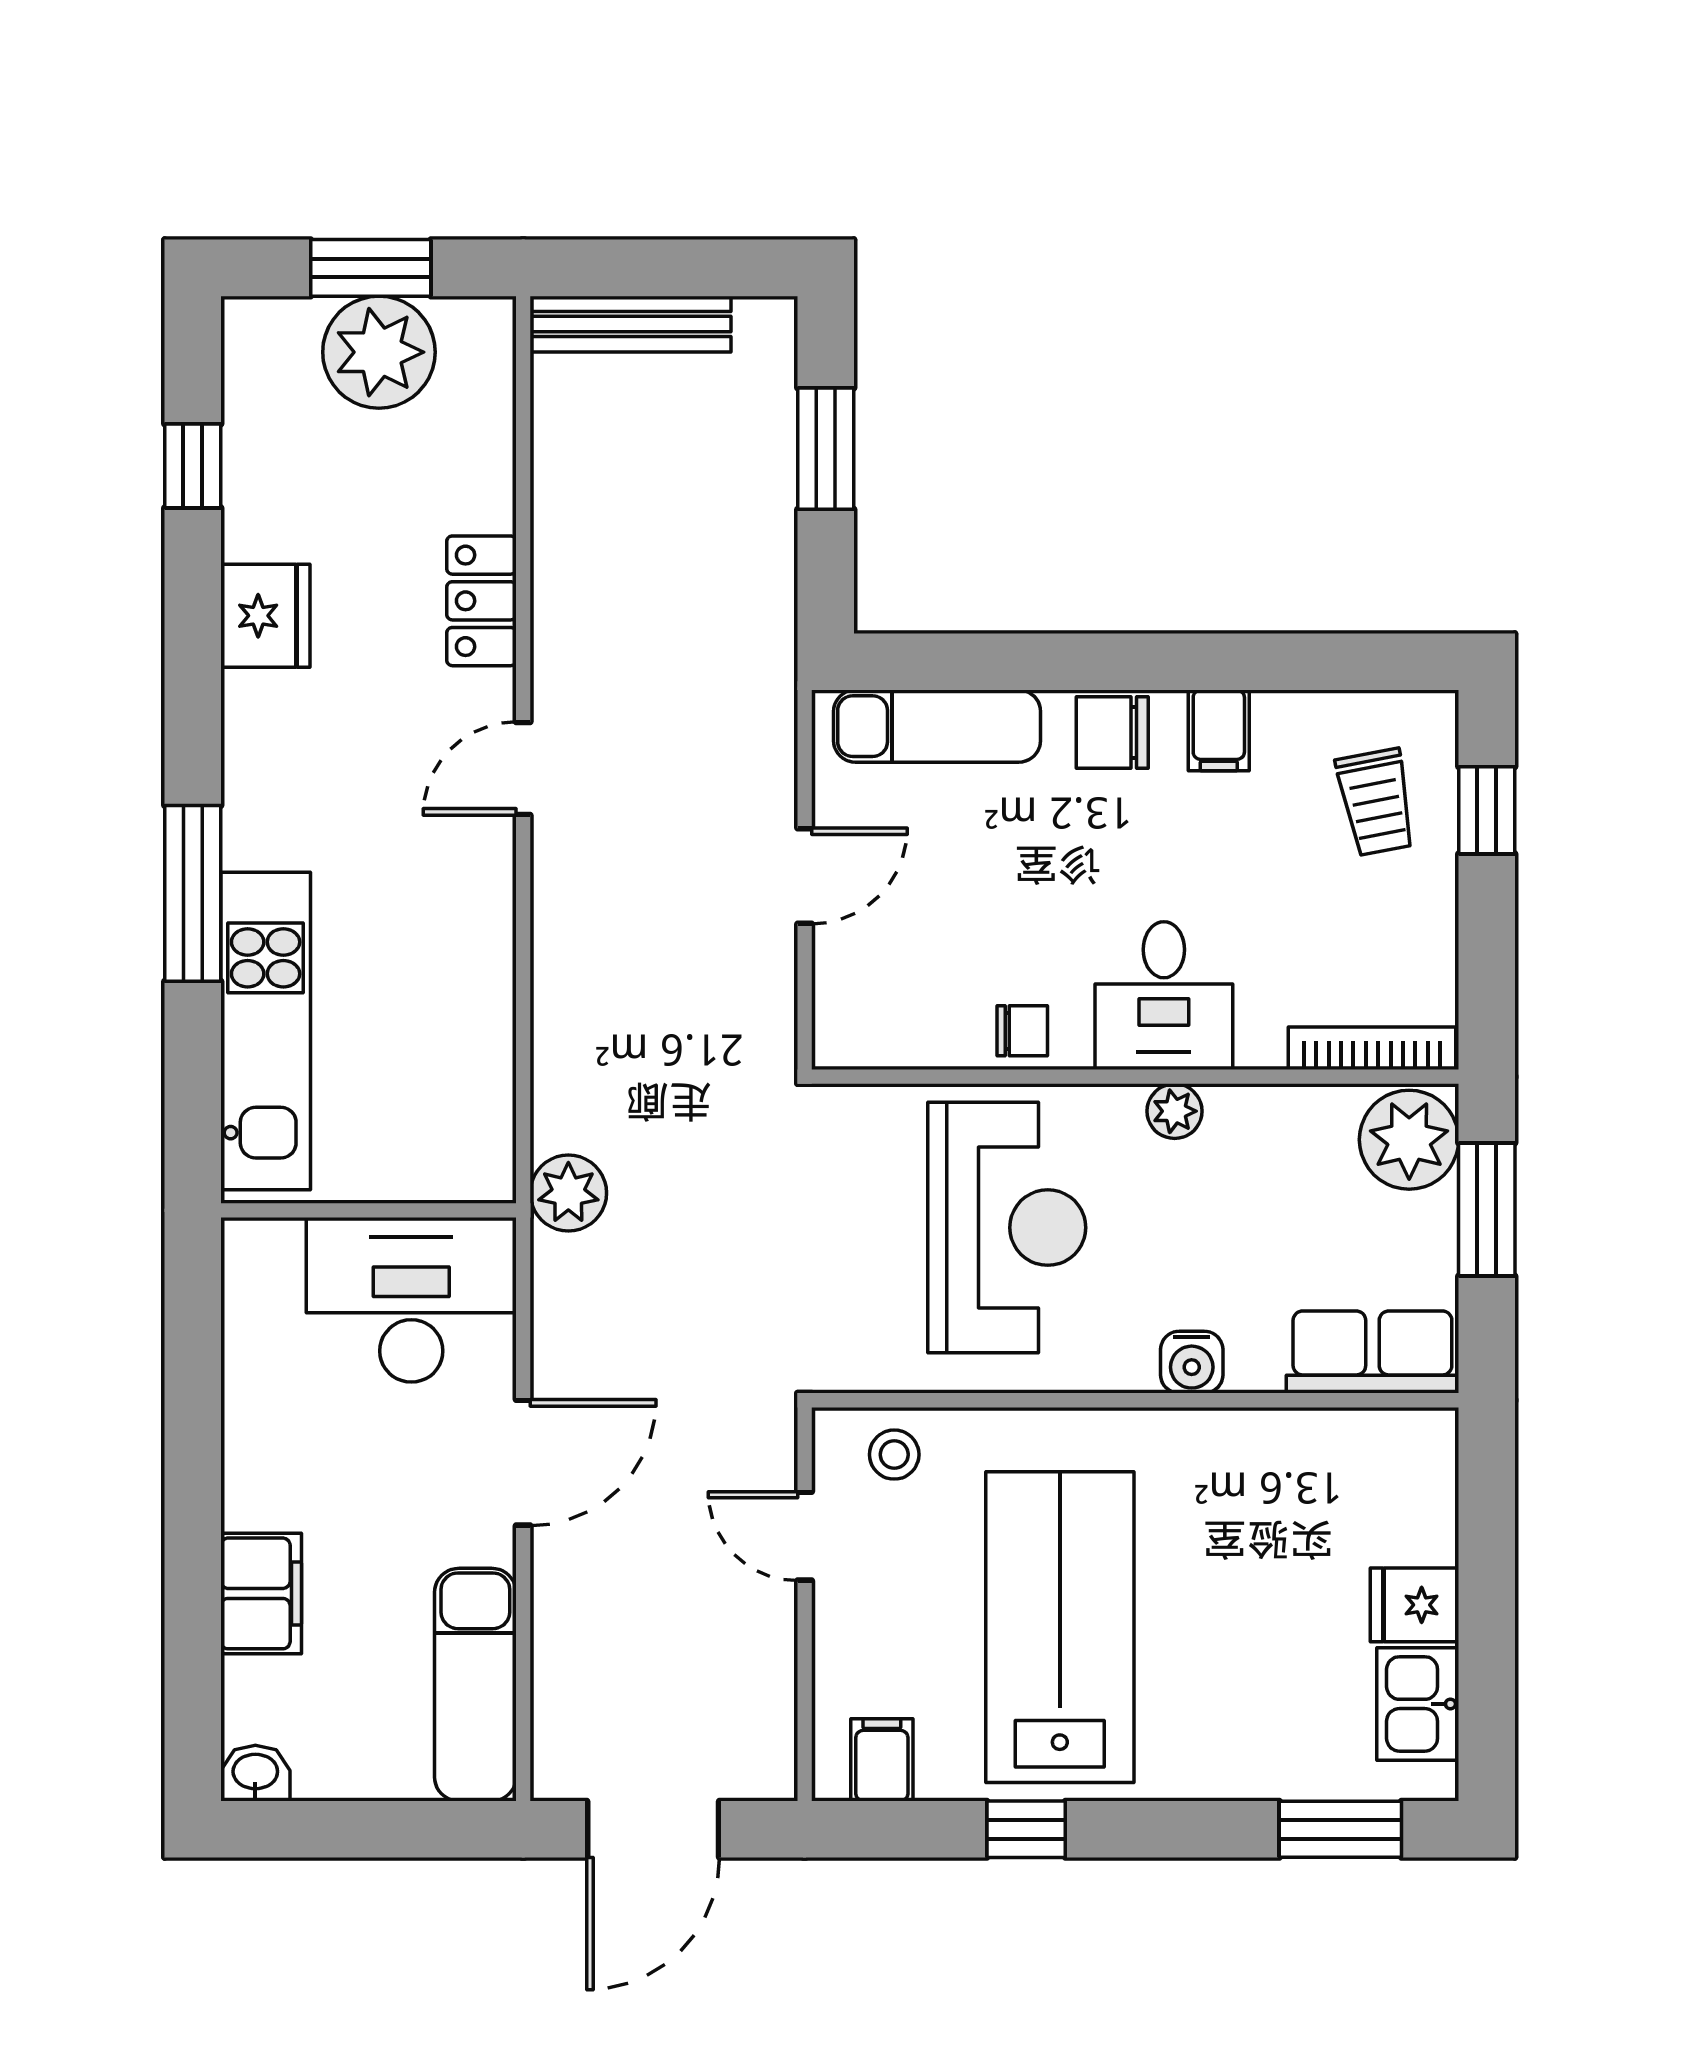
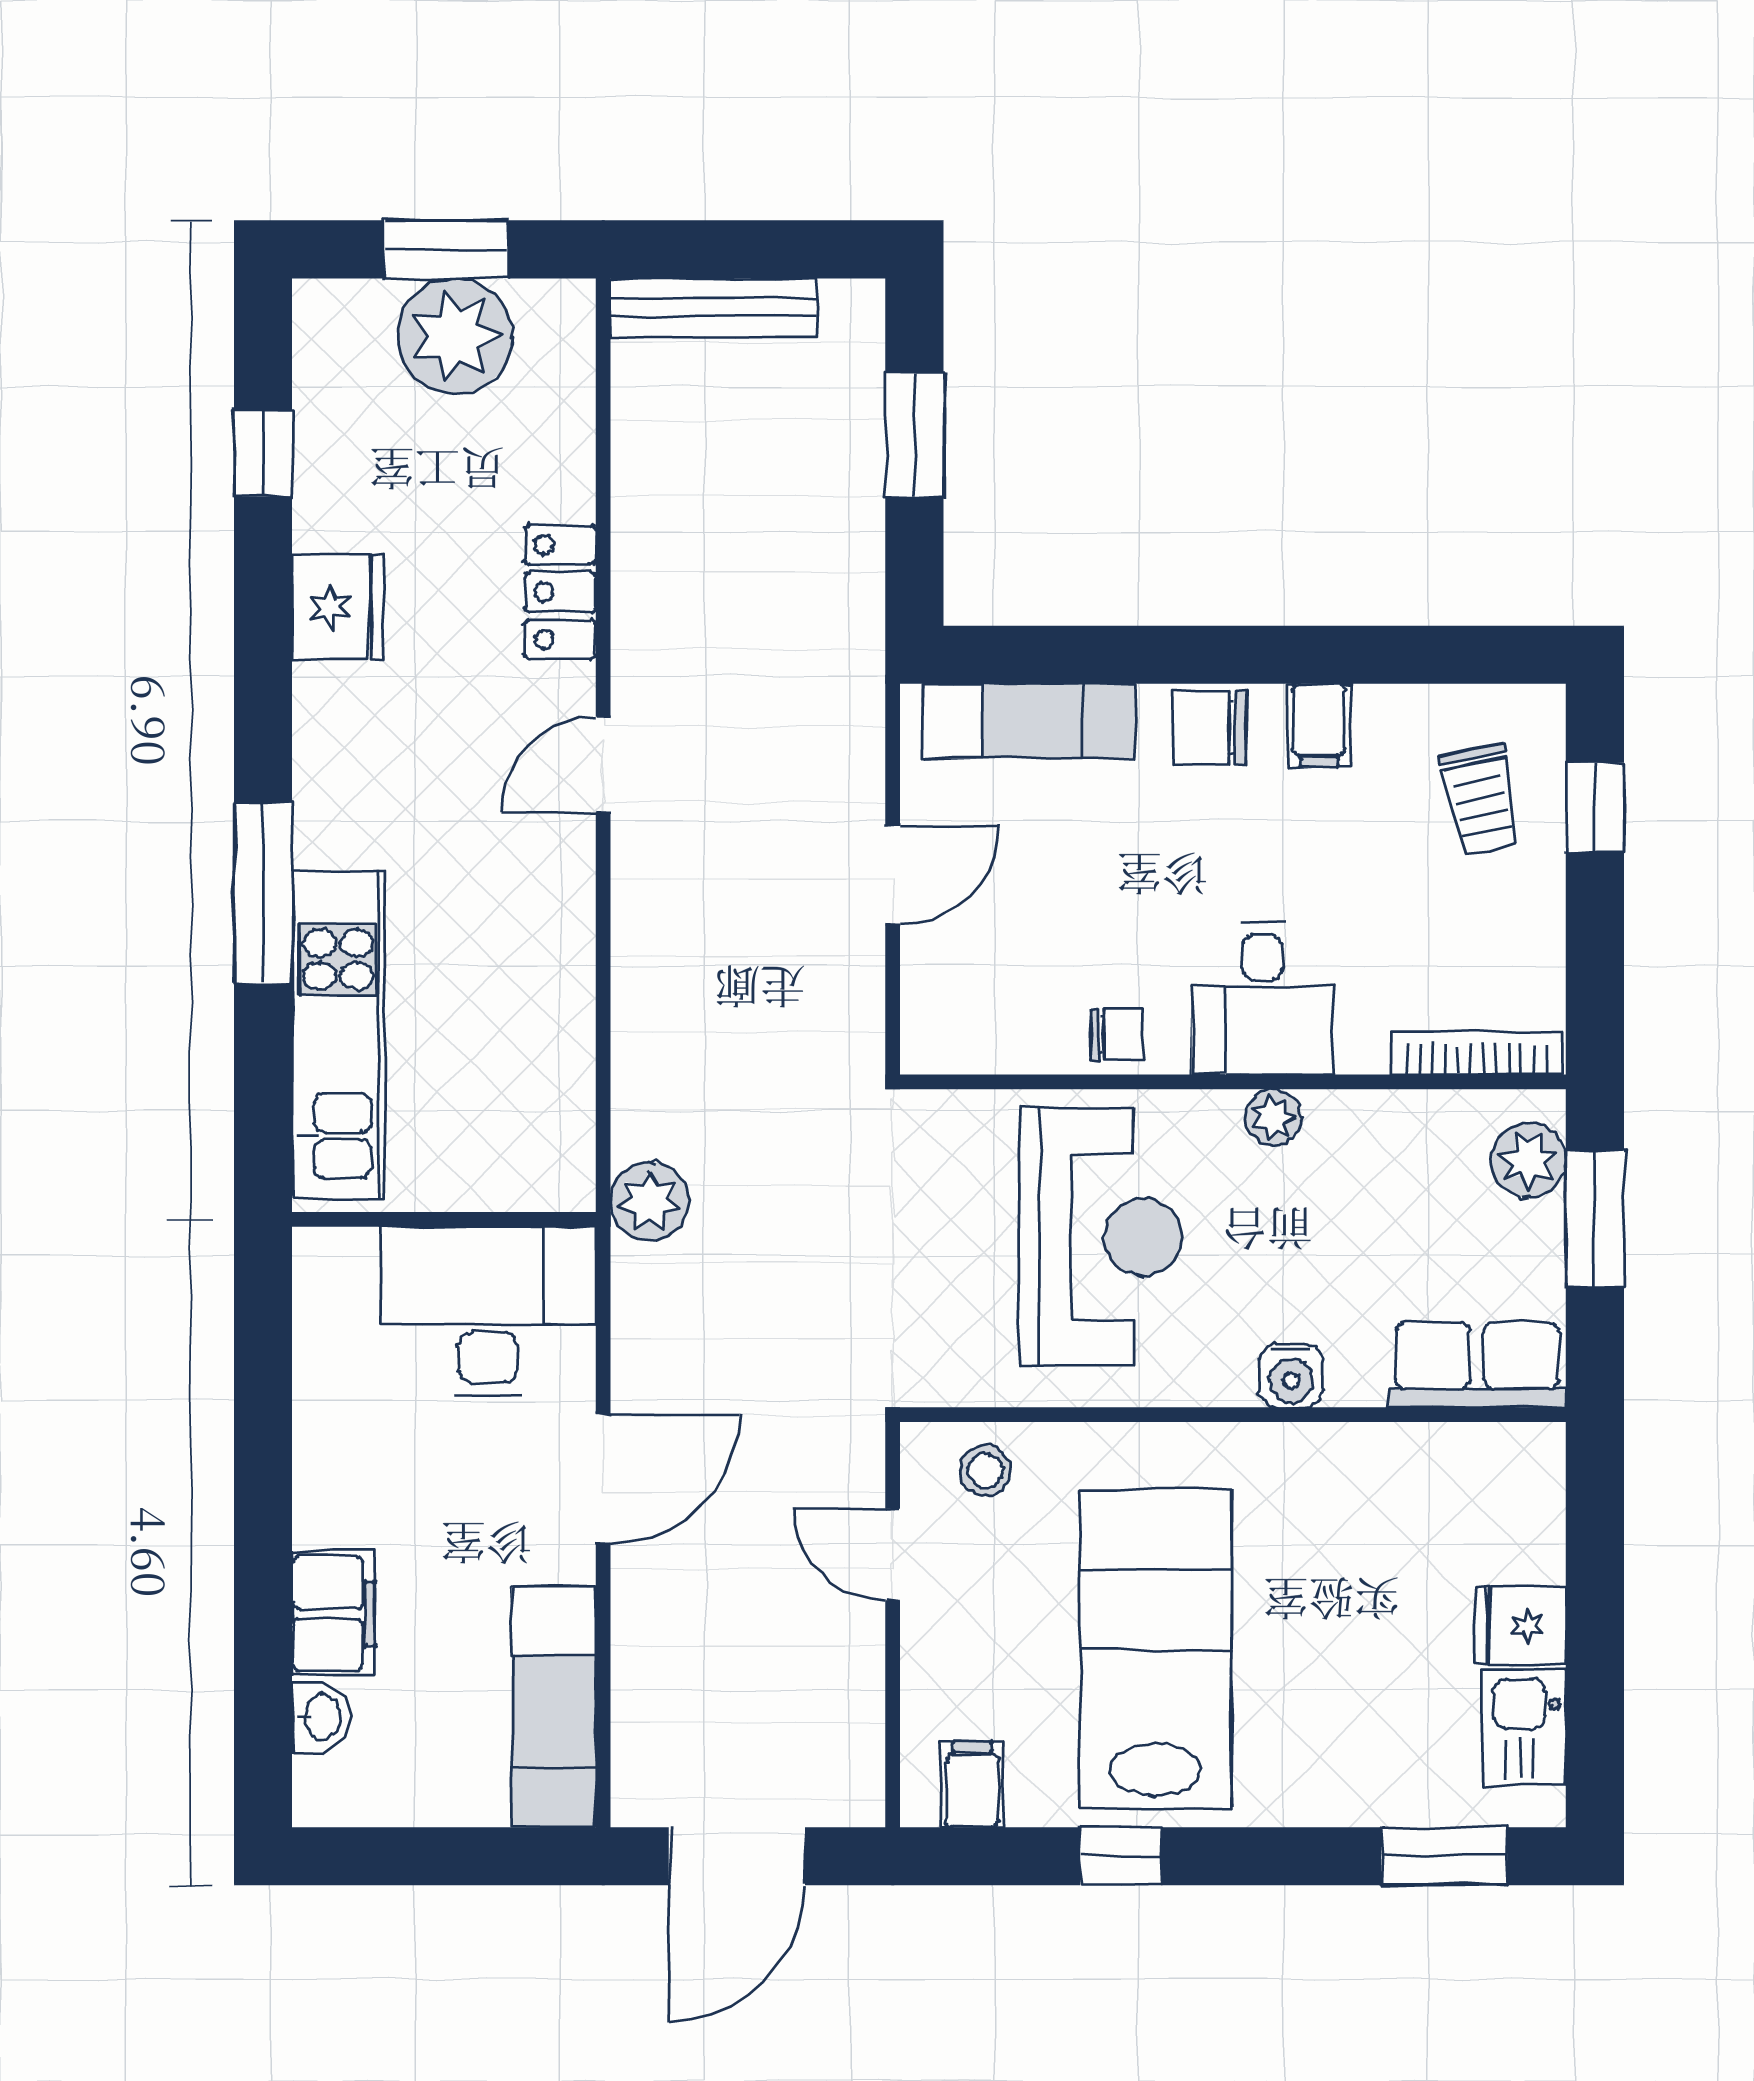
plant: (1409, 1140) -> (1528, 1160), width x0.73, depth x0.73
washbasin: (255, 1773) -> (321, 1717), moved, turned 90

